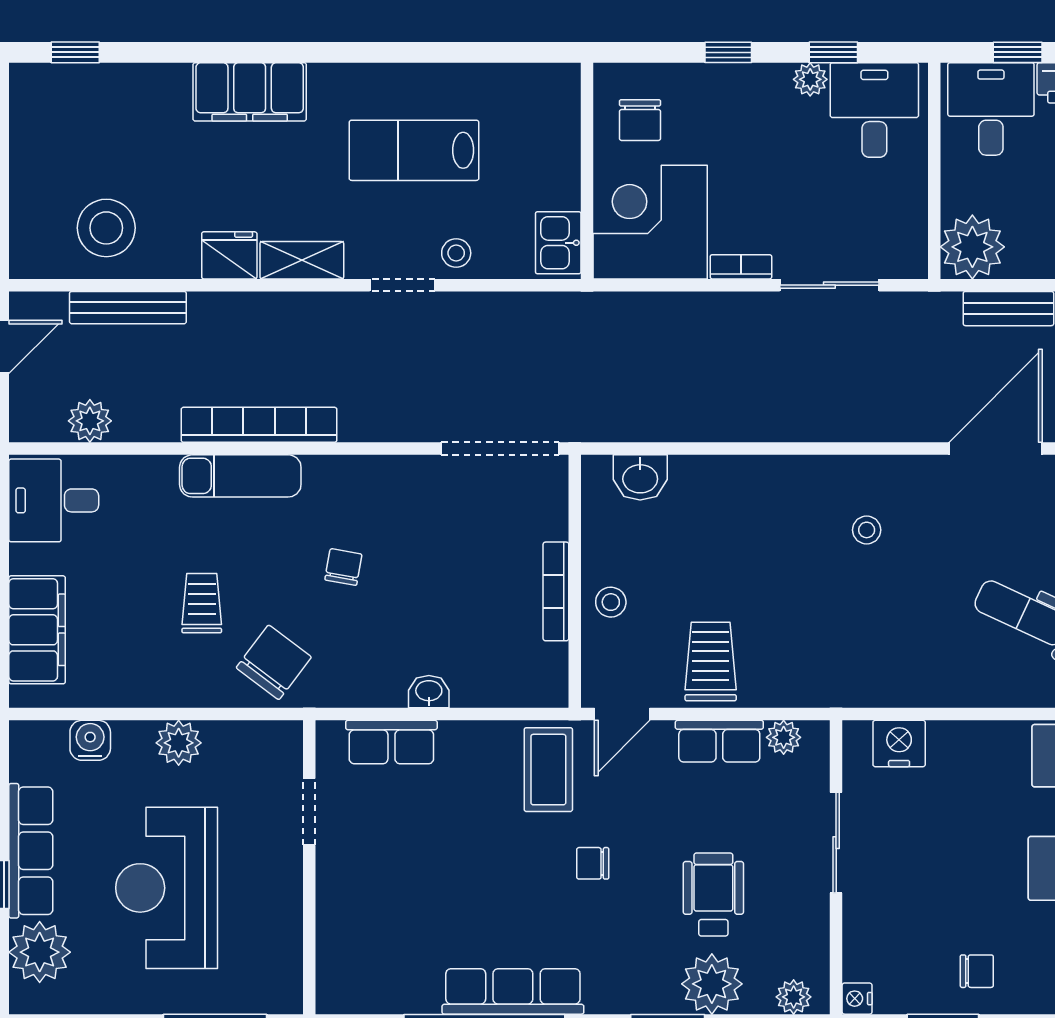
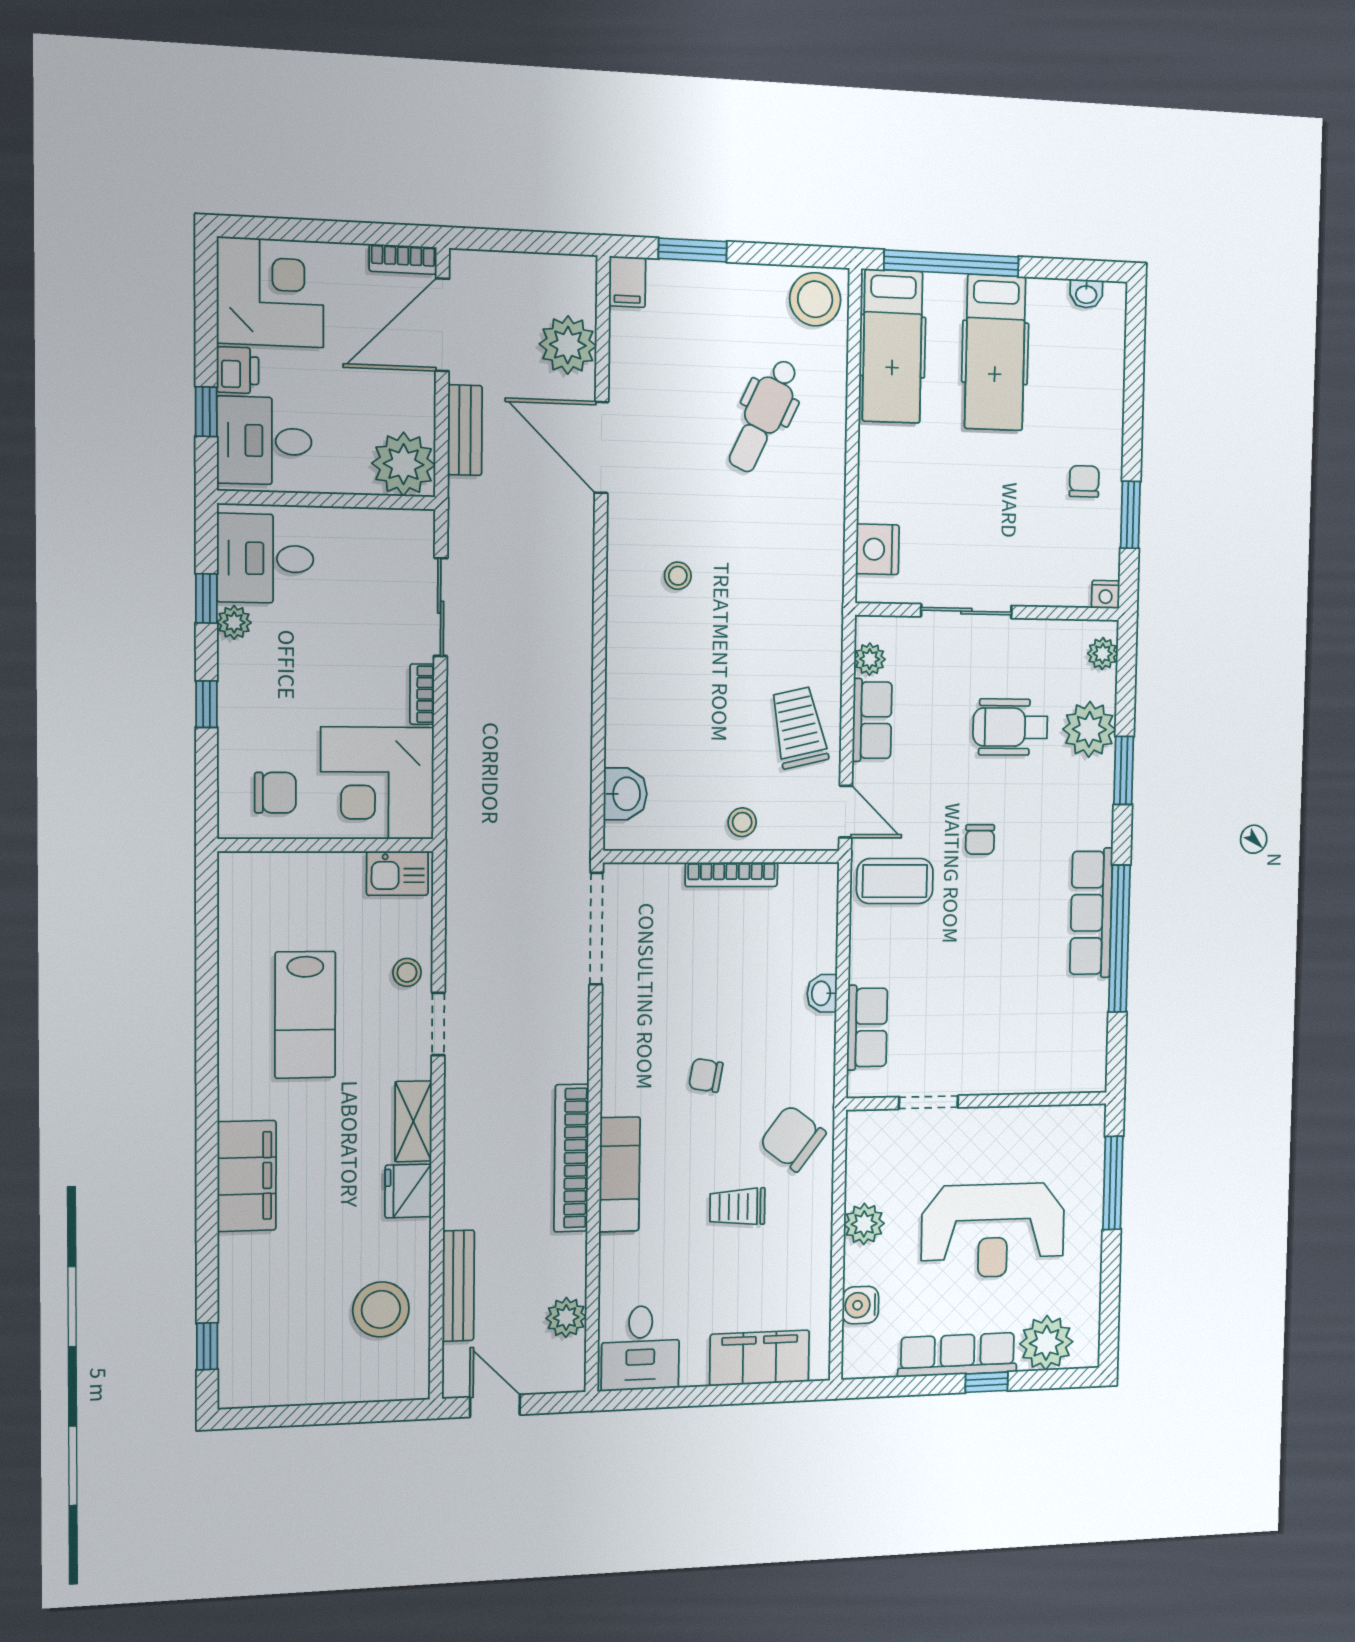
trolley: (711, 662) -> (799, 728), turned 77

